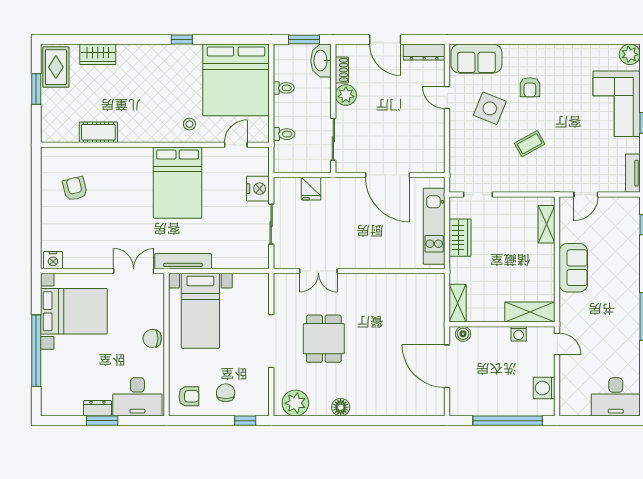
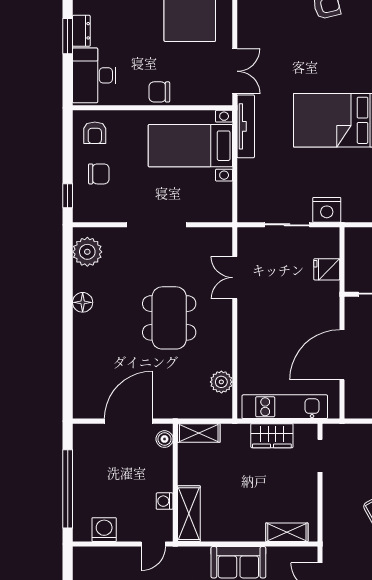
plant: (412, 283) -> (221, 382), added
chair: (152, 338) -> (159, 92), turned -90
dining table: (324, 339) -> (169, 318), moved, width x1.38

